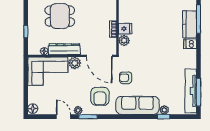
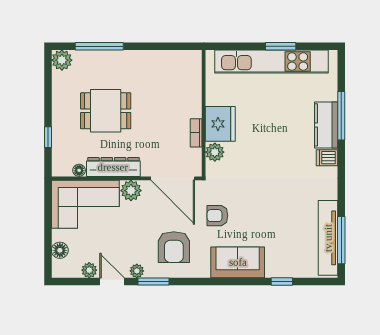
fridge: (125, 29) -> (220, 124), width x1.88, depth x1.34
sofa: (137, 105) -> (238, 262), width x0.73
floor lamp: (33, 109) -> (60, 250), moved
plant: (164, 110) -> (89, 270), moved

